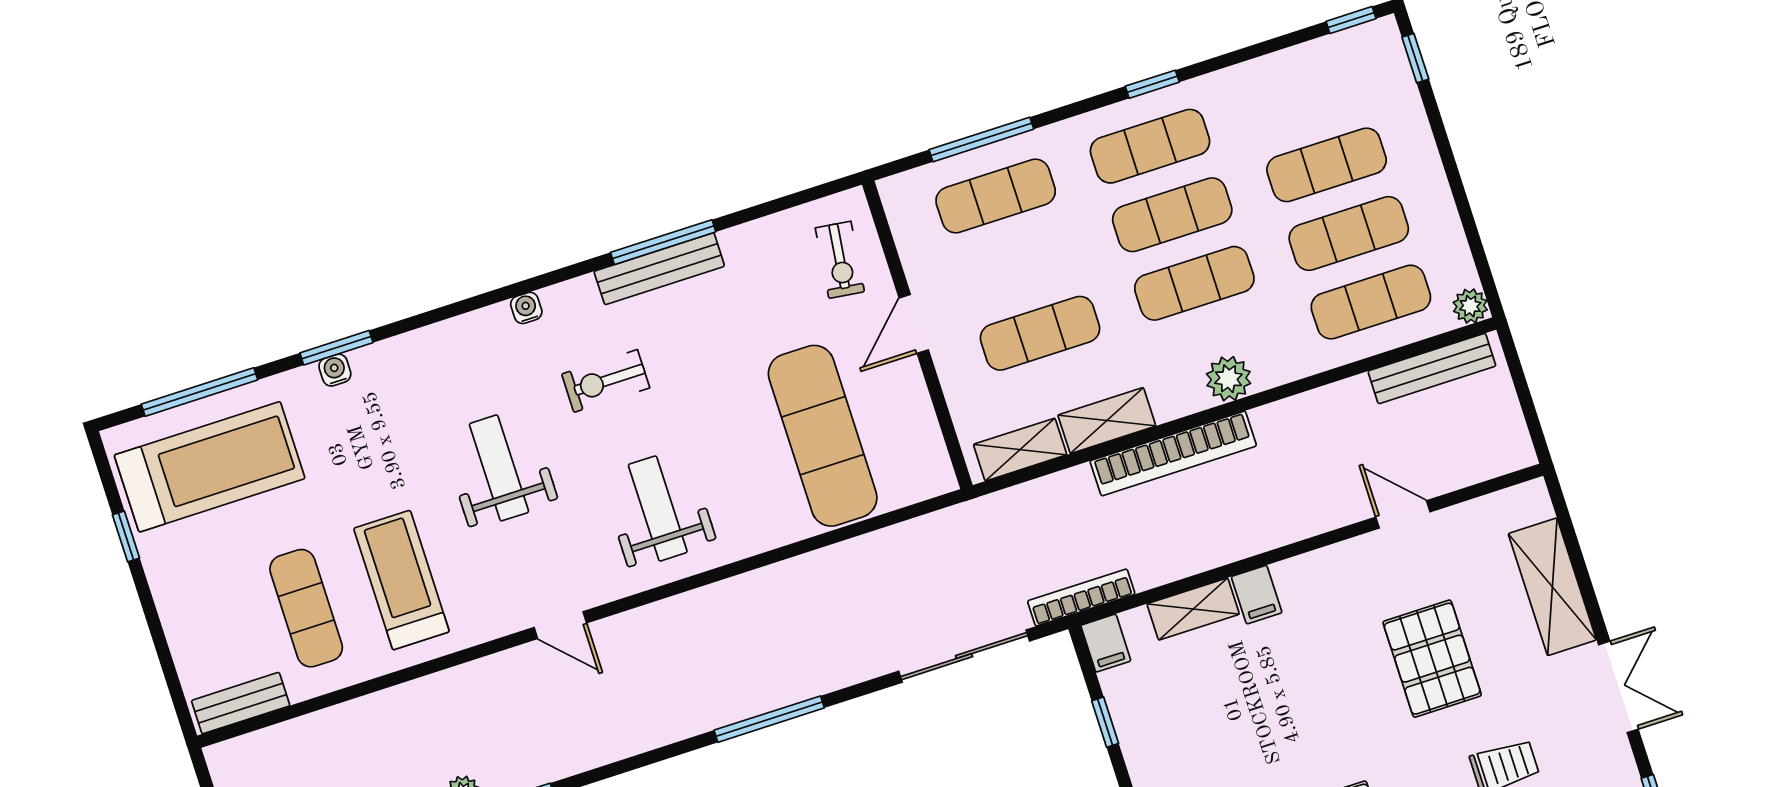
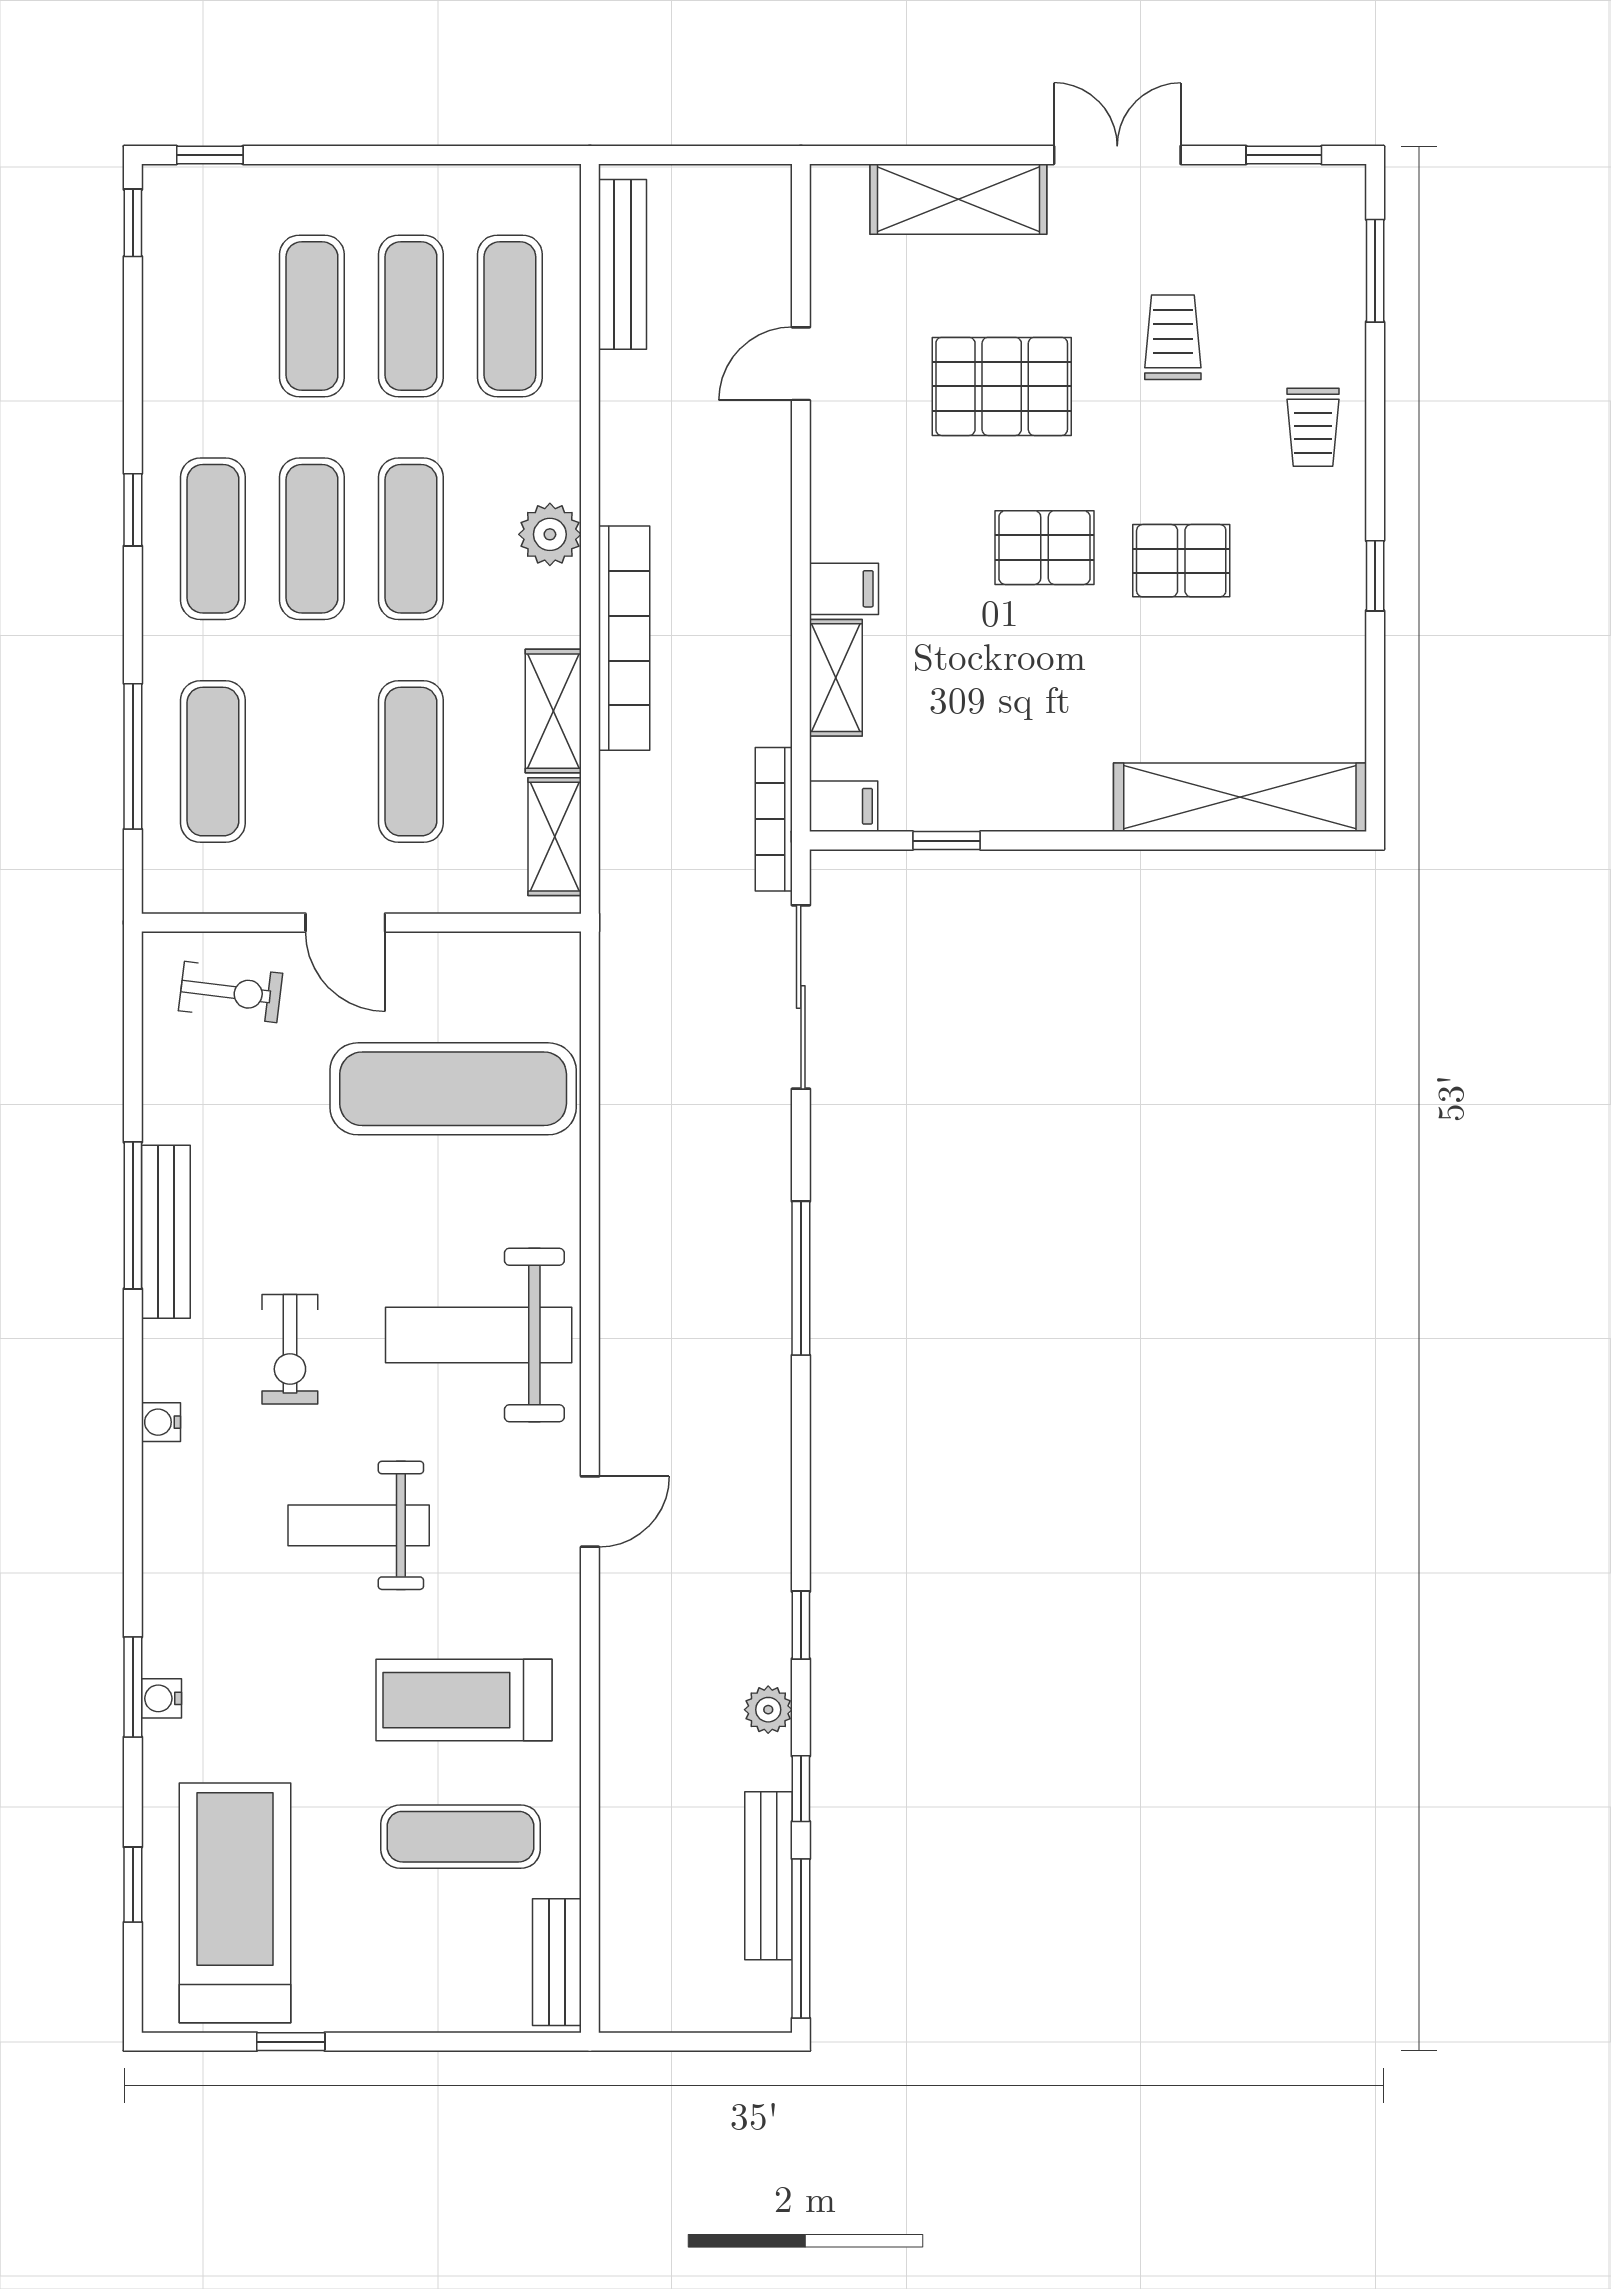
plant: (1470, 306) -> (557, 188), removed
window: (199, 392) -> (133, 1885), width x0.46
weight bench: (658, 508) -> (479, 1335), width x1.36, depth x1.33
pallet: (1330, 724) -> (1045, 548), added

